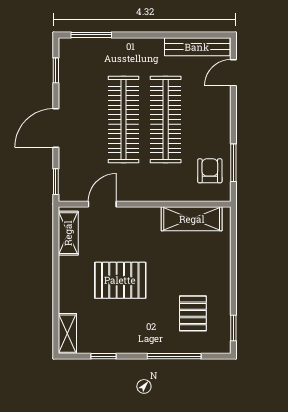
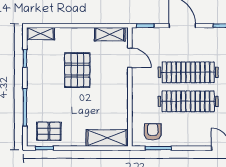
armchair: (210, 171) -> (153, 132), turned -90
shelving: (192, 219) -> (107, 138), moved, turned 90
pallet: (193, 313) -> (49, 131), moved

